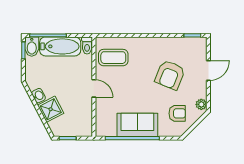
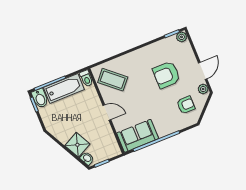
plant: (201, 43) -> (182, 37), added
coffee table: (113, 58) -> (113, 80), turned 41
door: (208, 71) -> (203, 71), moved
armchair: (170, 75) -> (166, 75), turned 68
washbasin: (38, 96) -> (87, 158), moved
sofa: (137, 125) -> (138, 136), moved

